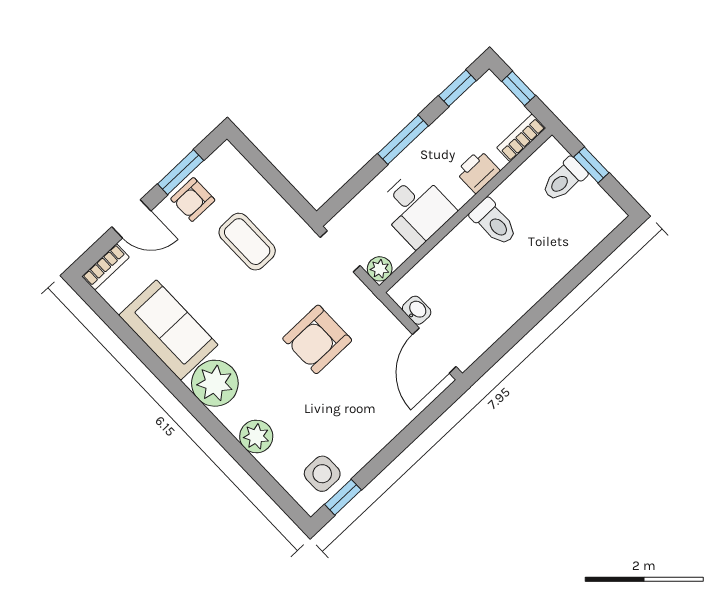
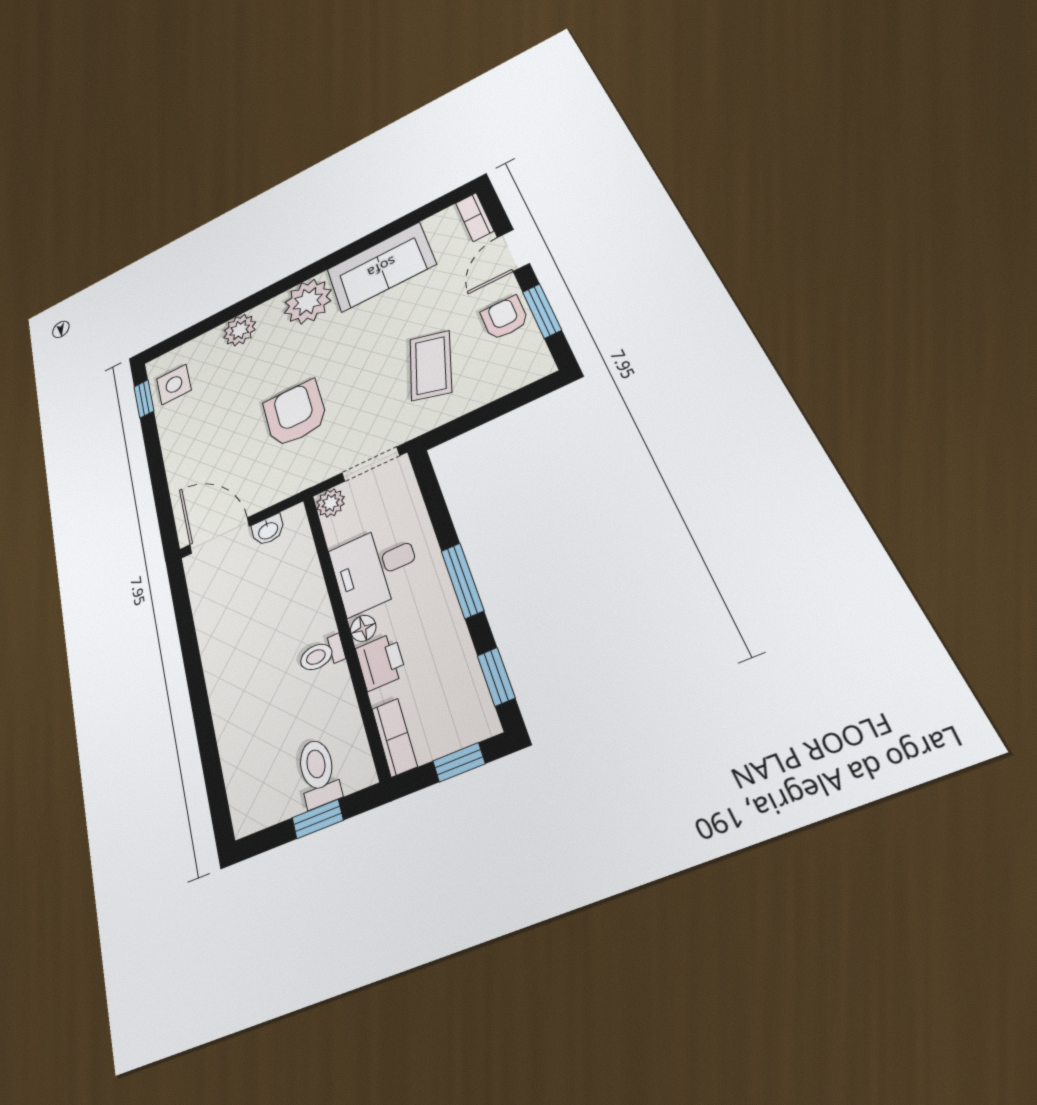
floor lamp: (460, 196) -> (363, 628), added
toilet: (494, 222) -> (322, 655), width x0.73, depth x0.72
coffee table: (247, 242) -> (431, 365), turned -74

